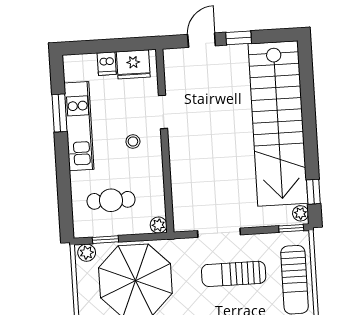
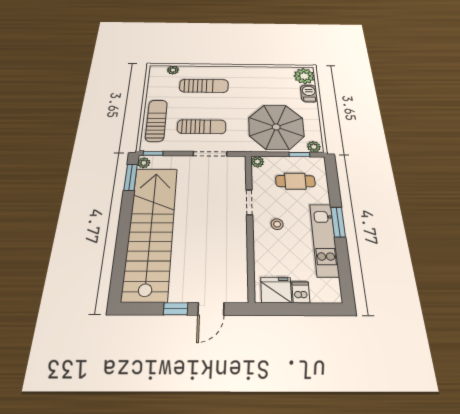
doorway: (163, 112) -> (249, 202), moved
window: (59, 113) -> (338, 222), moved
window: (313, 192) -> (131, 177), width x1.50

